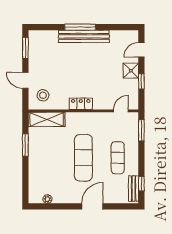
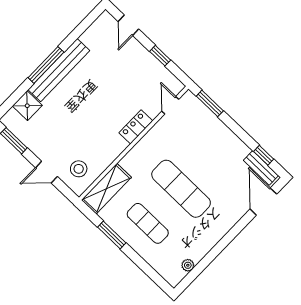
shower: (131, 71) -> (27, 106), moved
locker: (81, 104) -> (136, 127), moved
exercise mat: (118, 158) -> (148, 223), moved
door: (92, 206) -> (263, 202), moved

